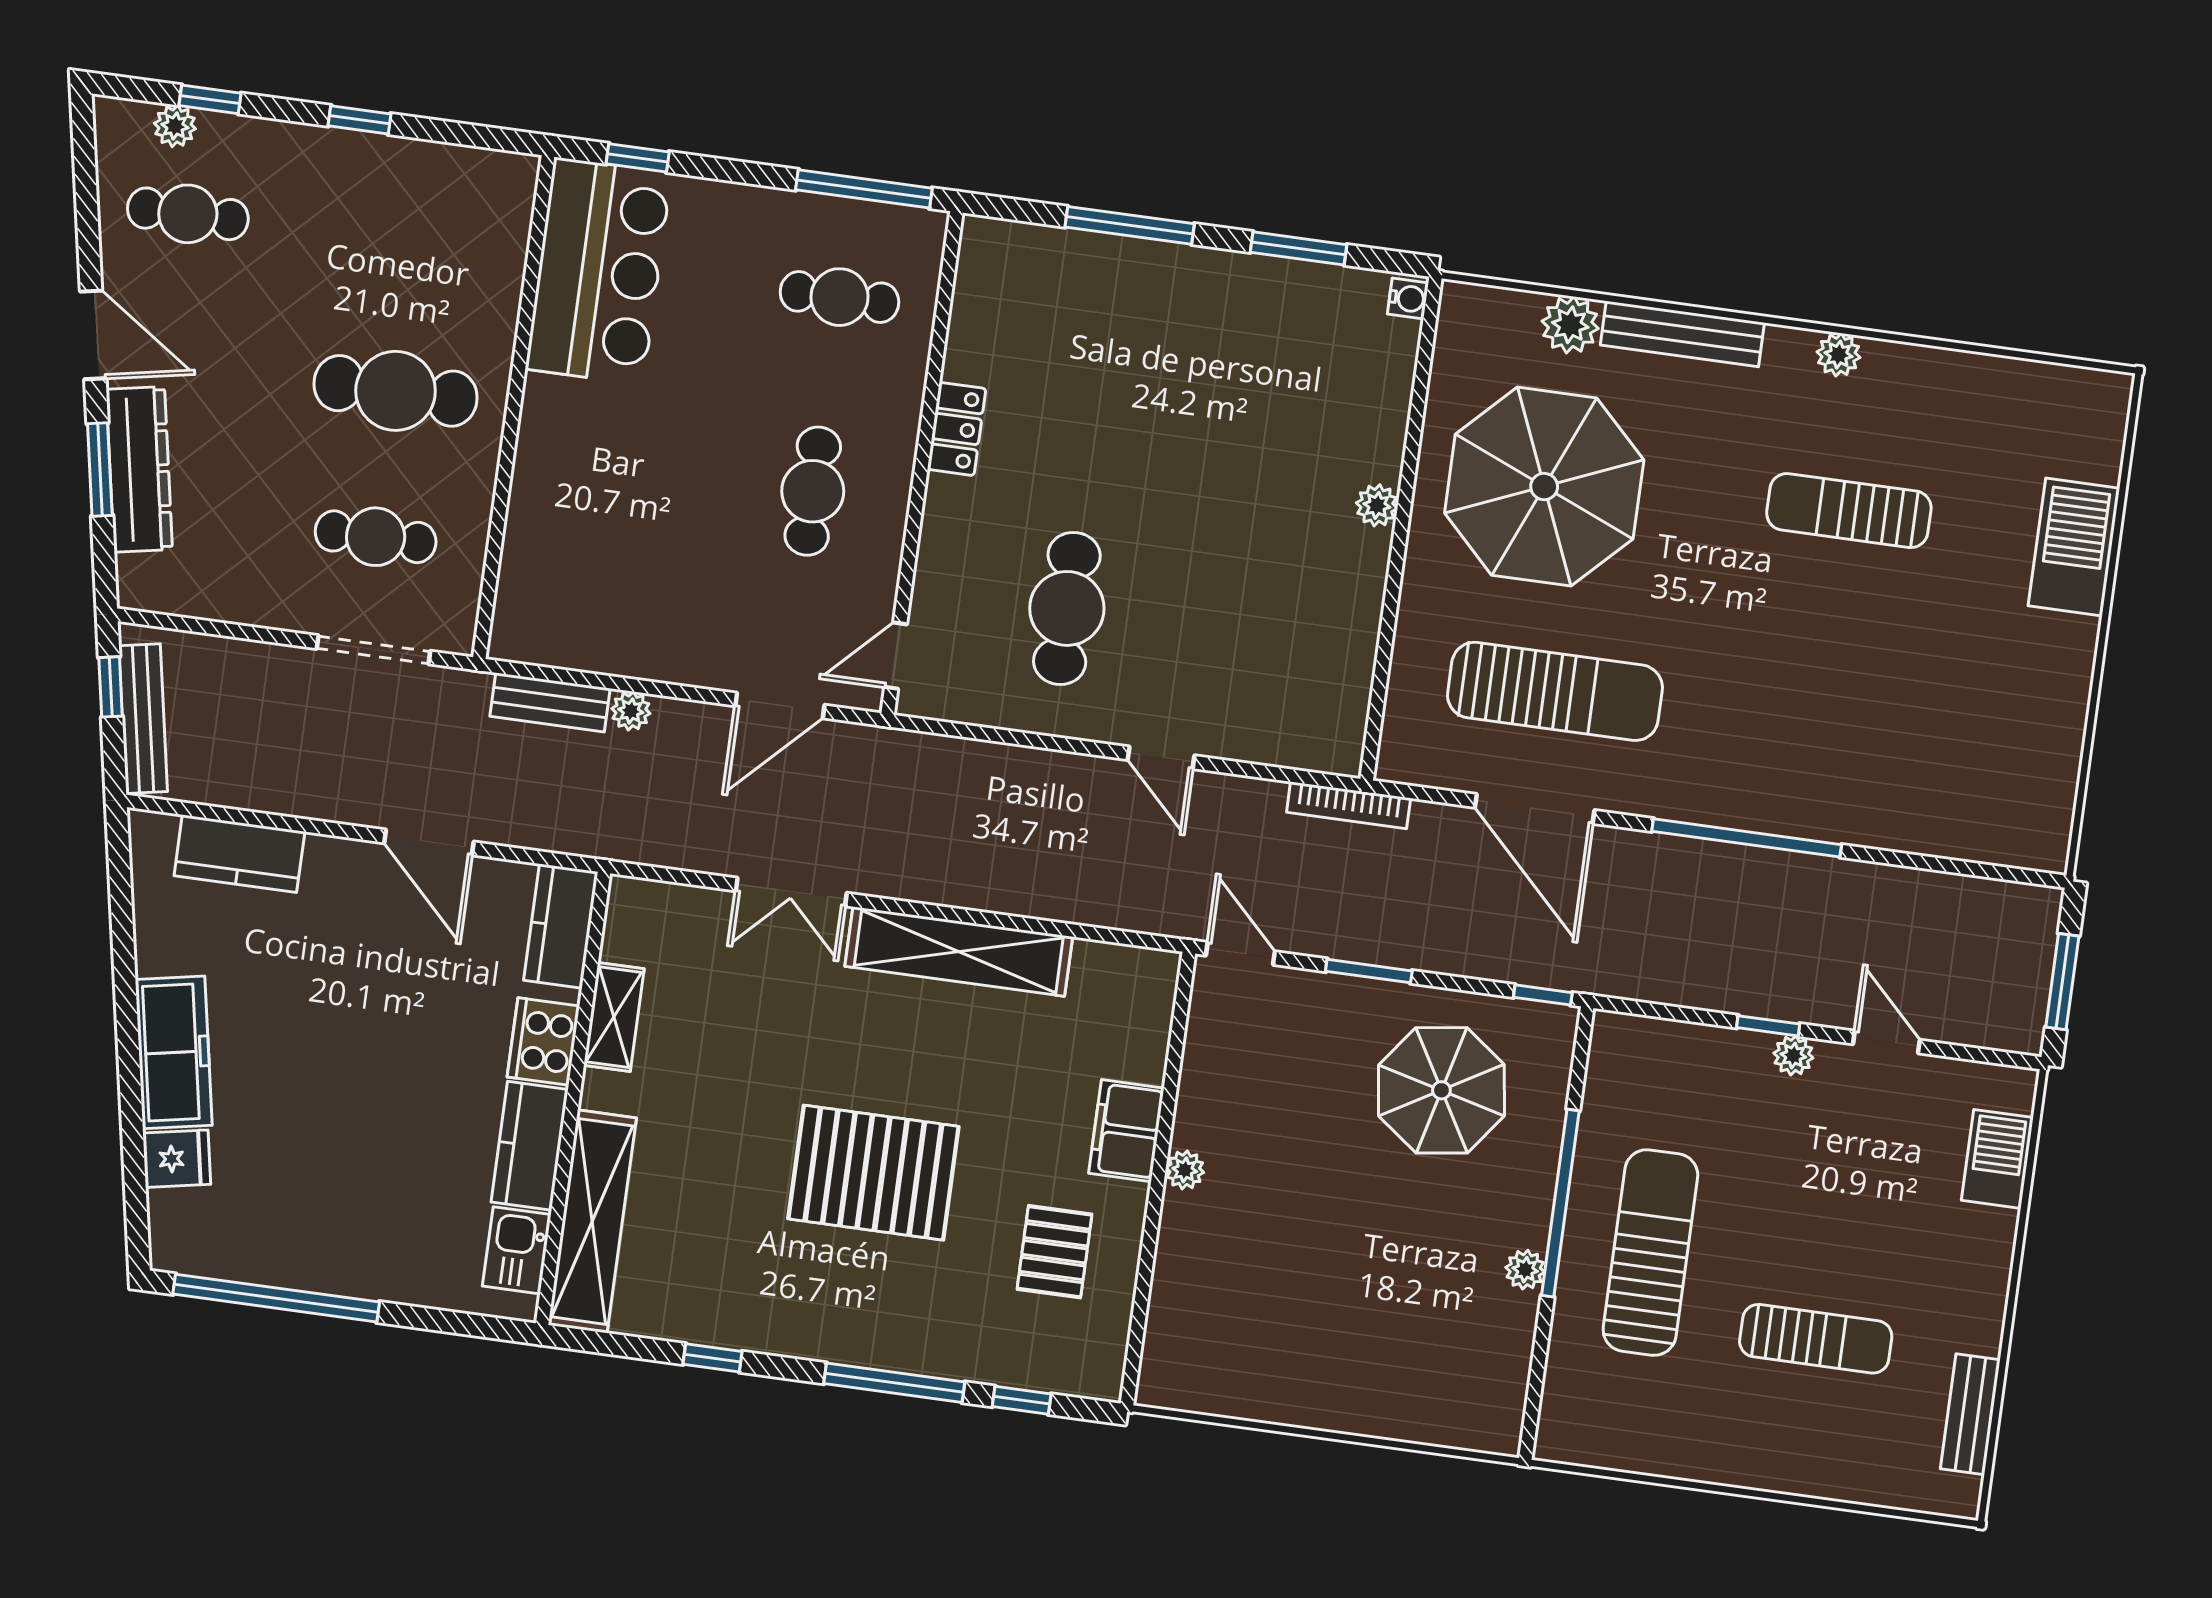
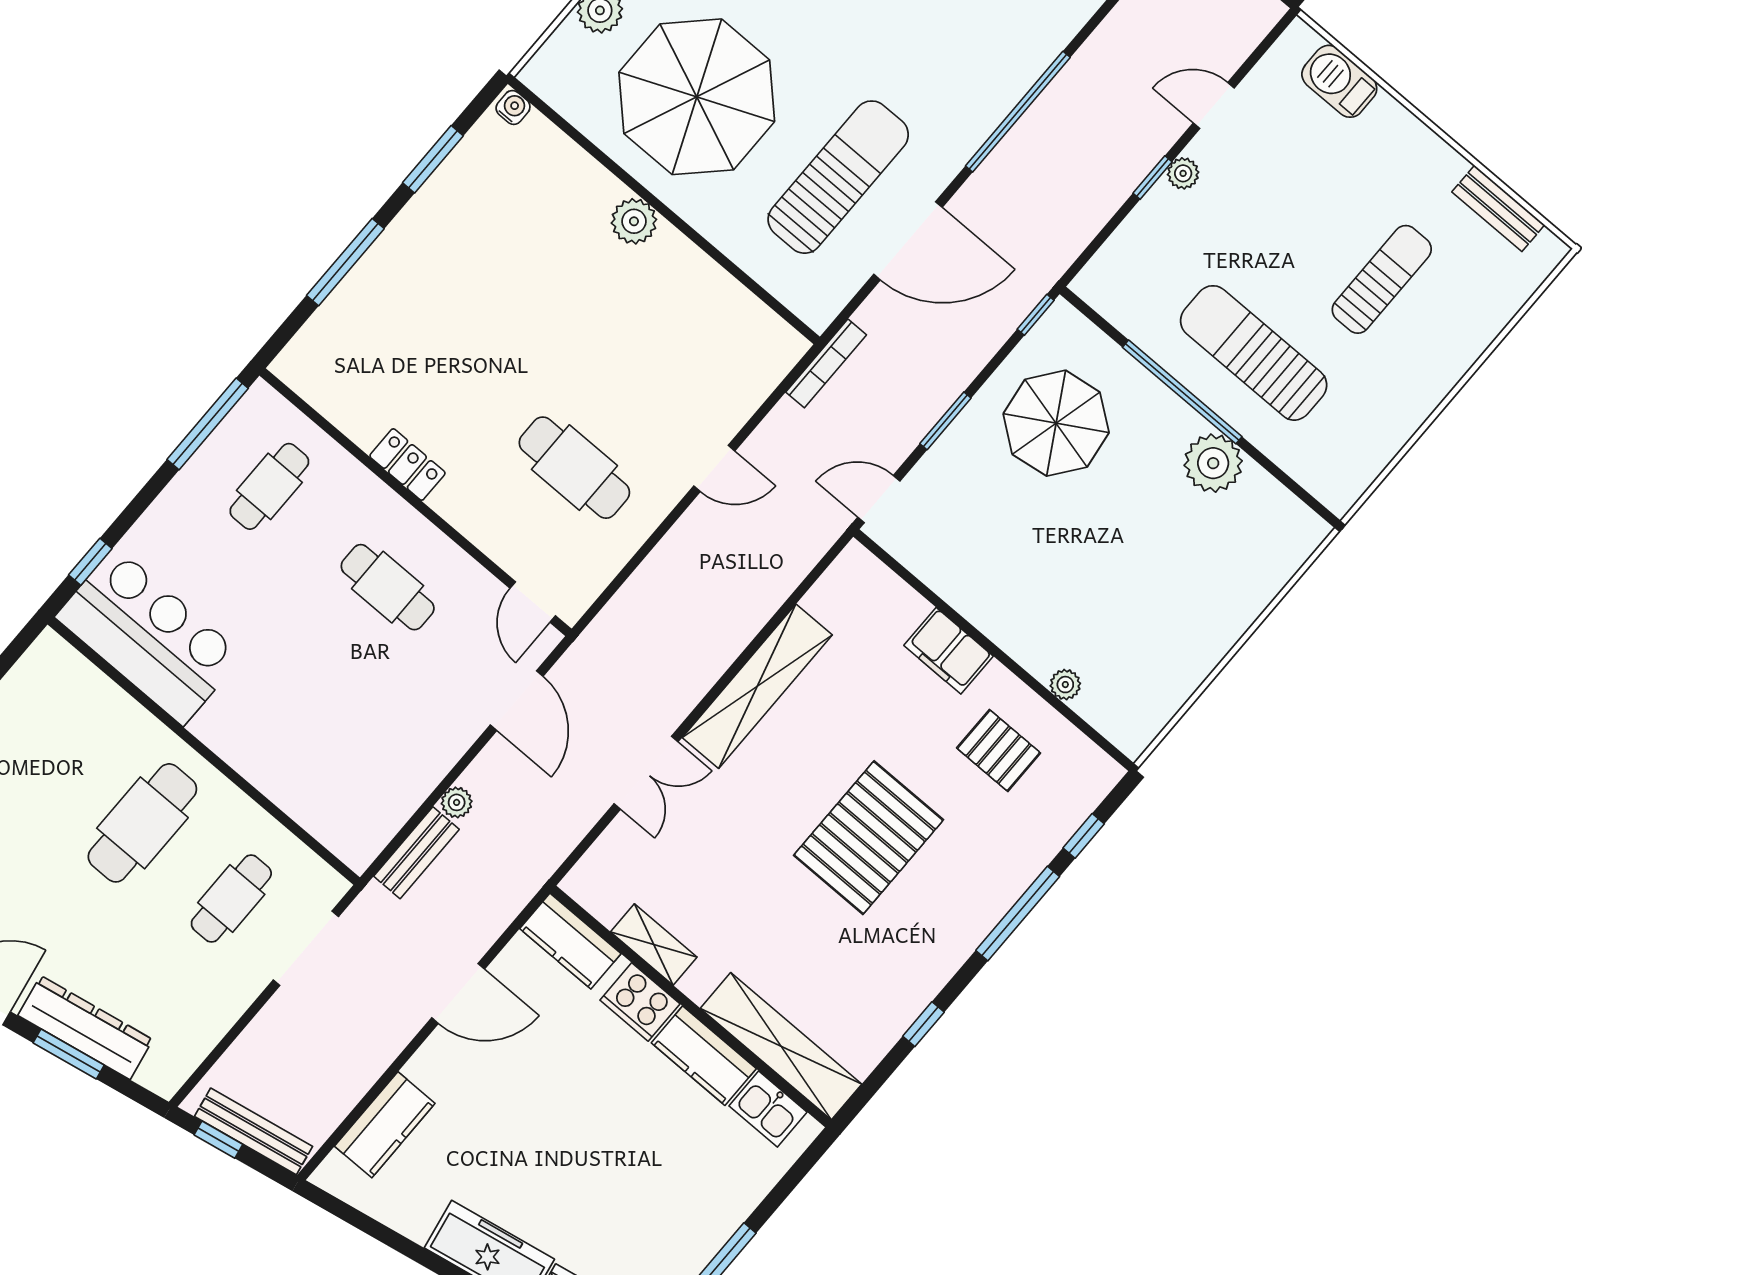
plant: (1377, 505) -> (634, 221), width x1.38, depth x1.38
plant: (1185, 1170) -> (1065, 685), moved
plant: (1525, 1270) -> (1213, 463), width x1.87, depth x1.87

